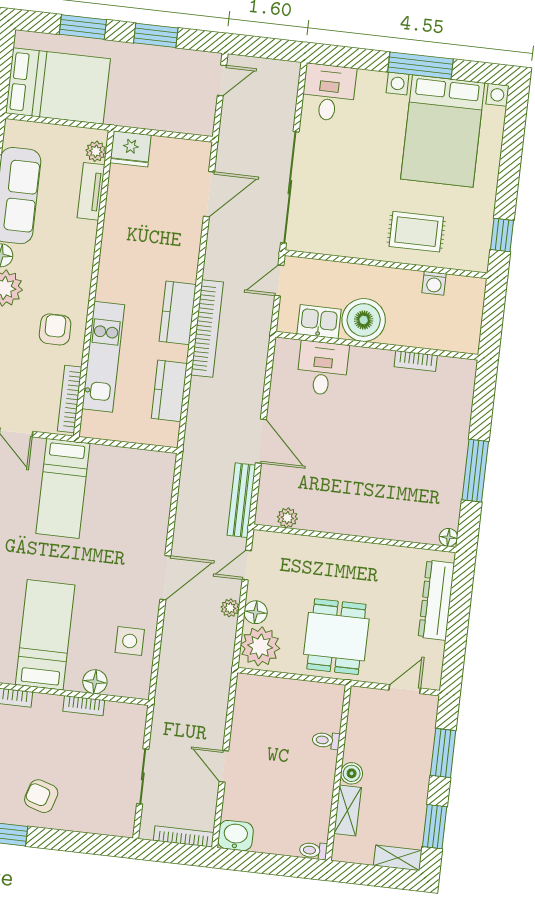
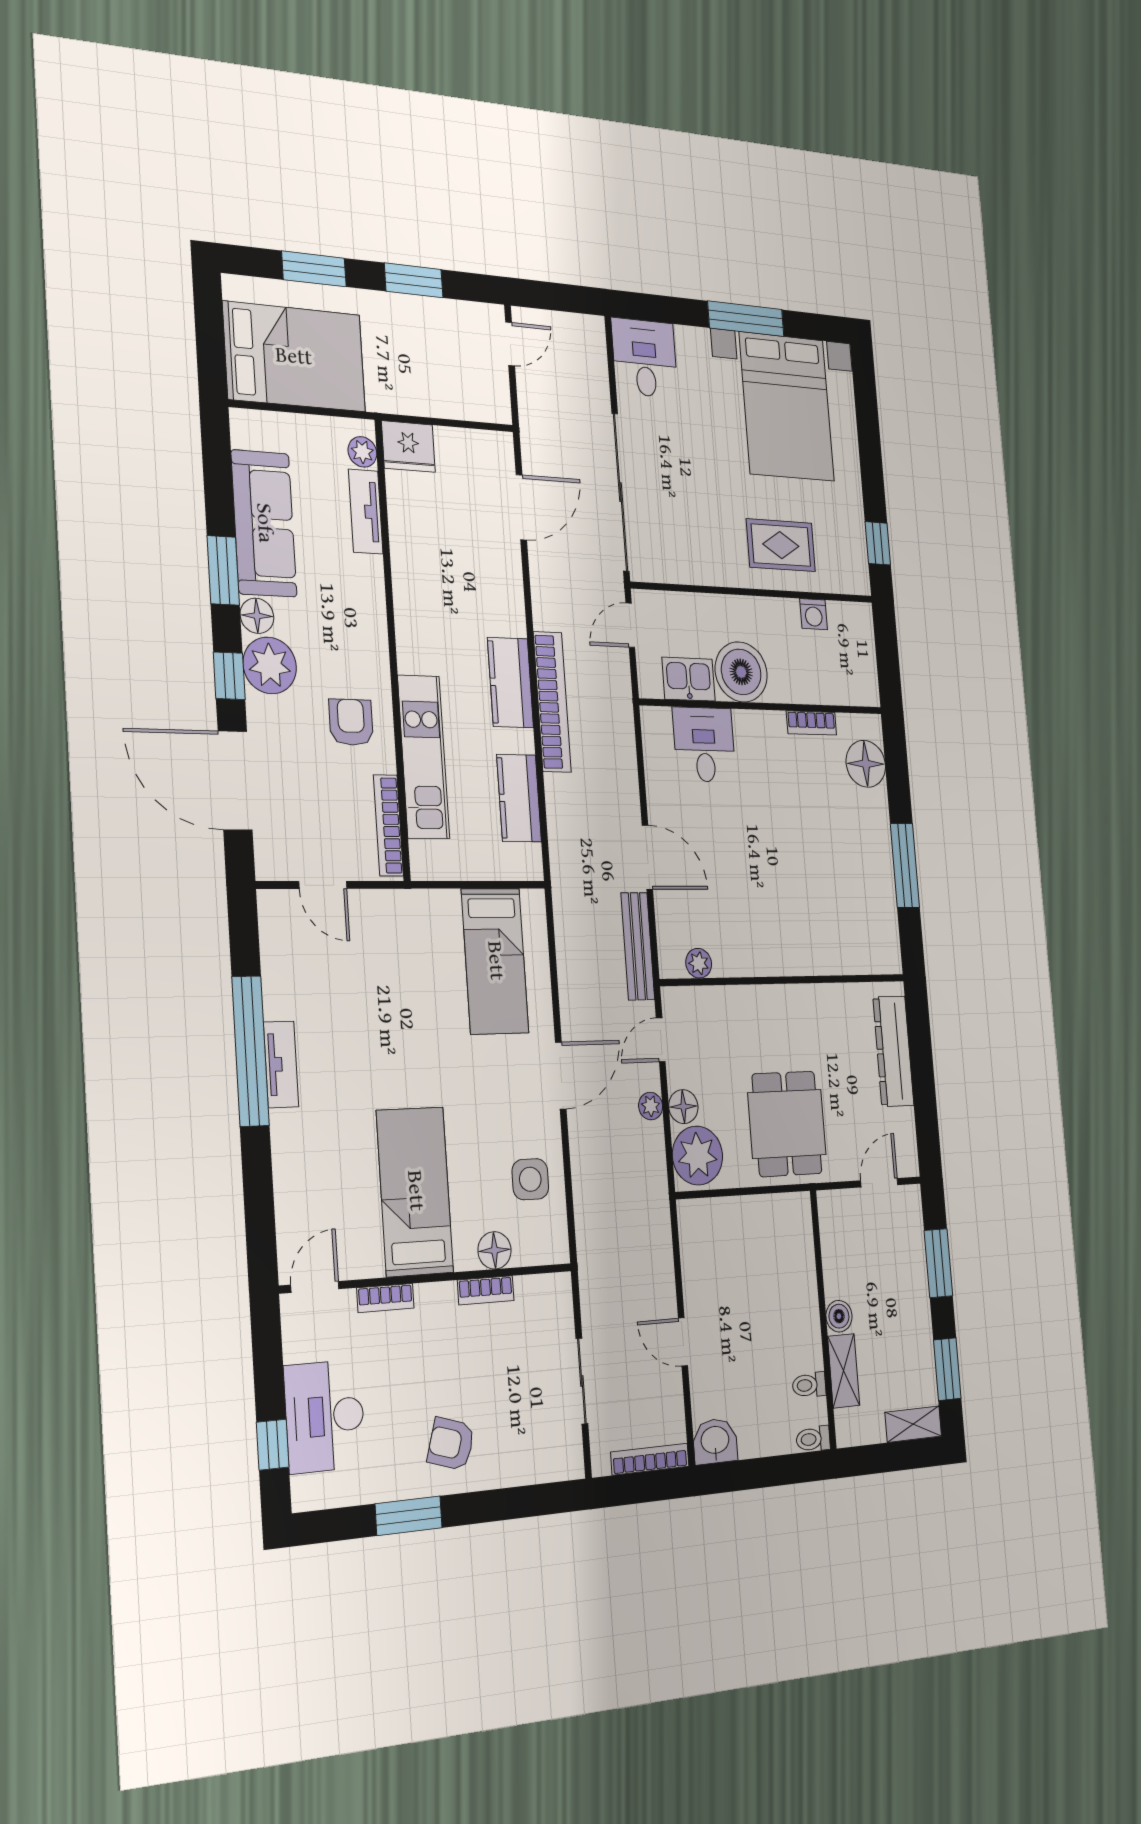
bed: (63, 488) -> (495, 961), moved
floor lamp: (448, 537) -> (866, 764), moved, width x1.89, depth x1.89
toilet: (326, 740) -> (809, 1385), moved

